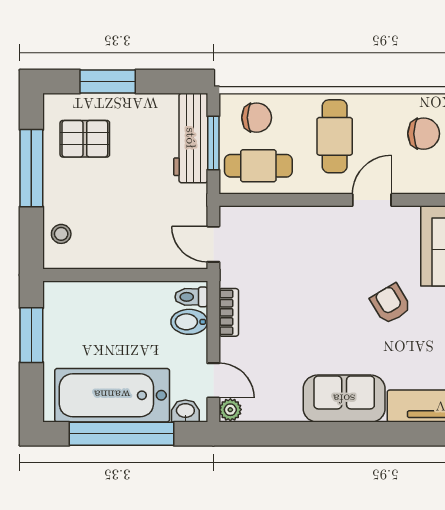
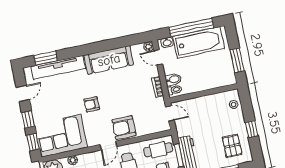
pallet: (85, 139) -> (232, 146), turned 90
window: (31, 168) -> (252, 129), width x0.46
armchair: (327, 234) -> (124, 128), added
armchair: (391, 304) -> (92, 104), turned 121
sofa: (344, 399) -> (109, 60), width x1.36

